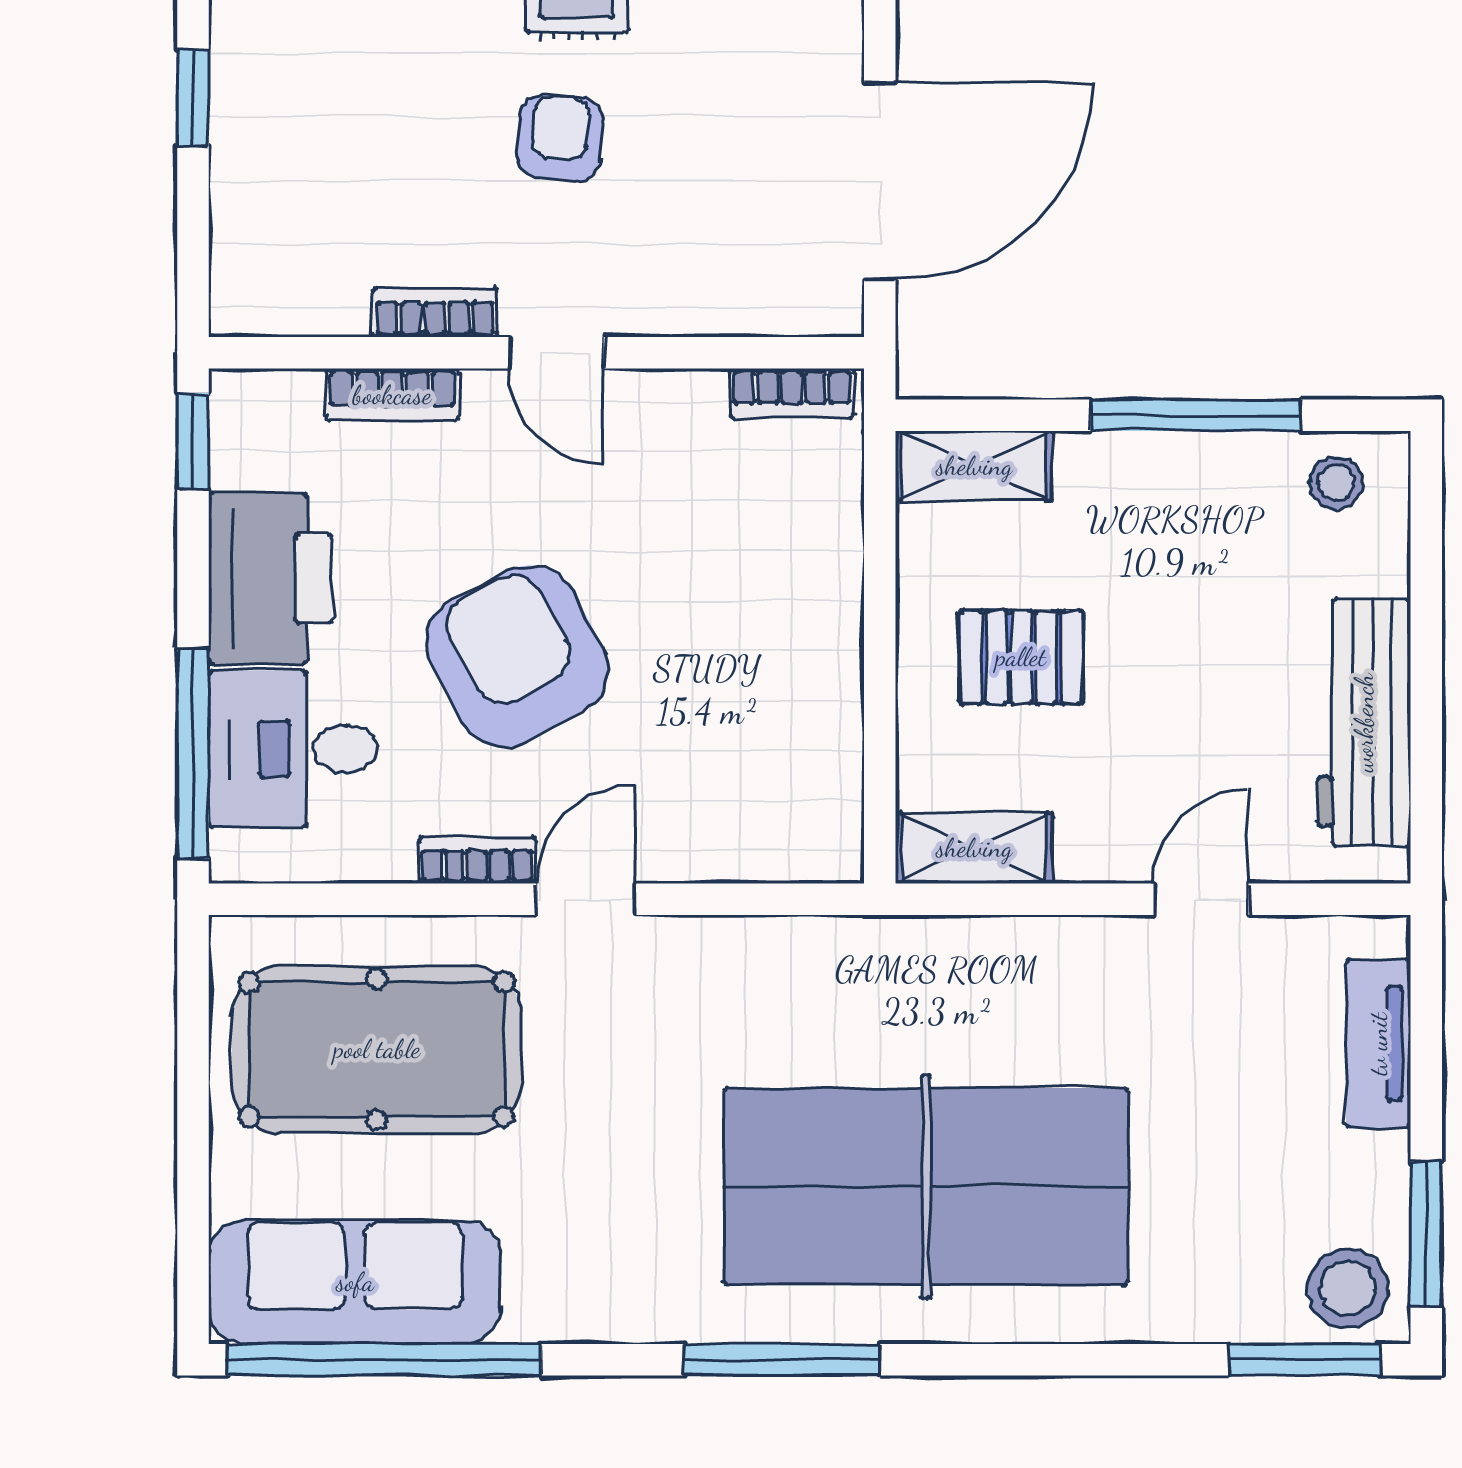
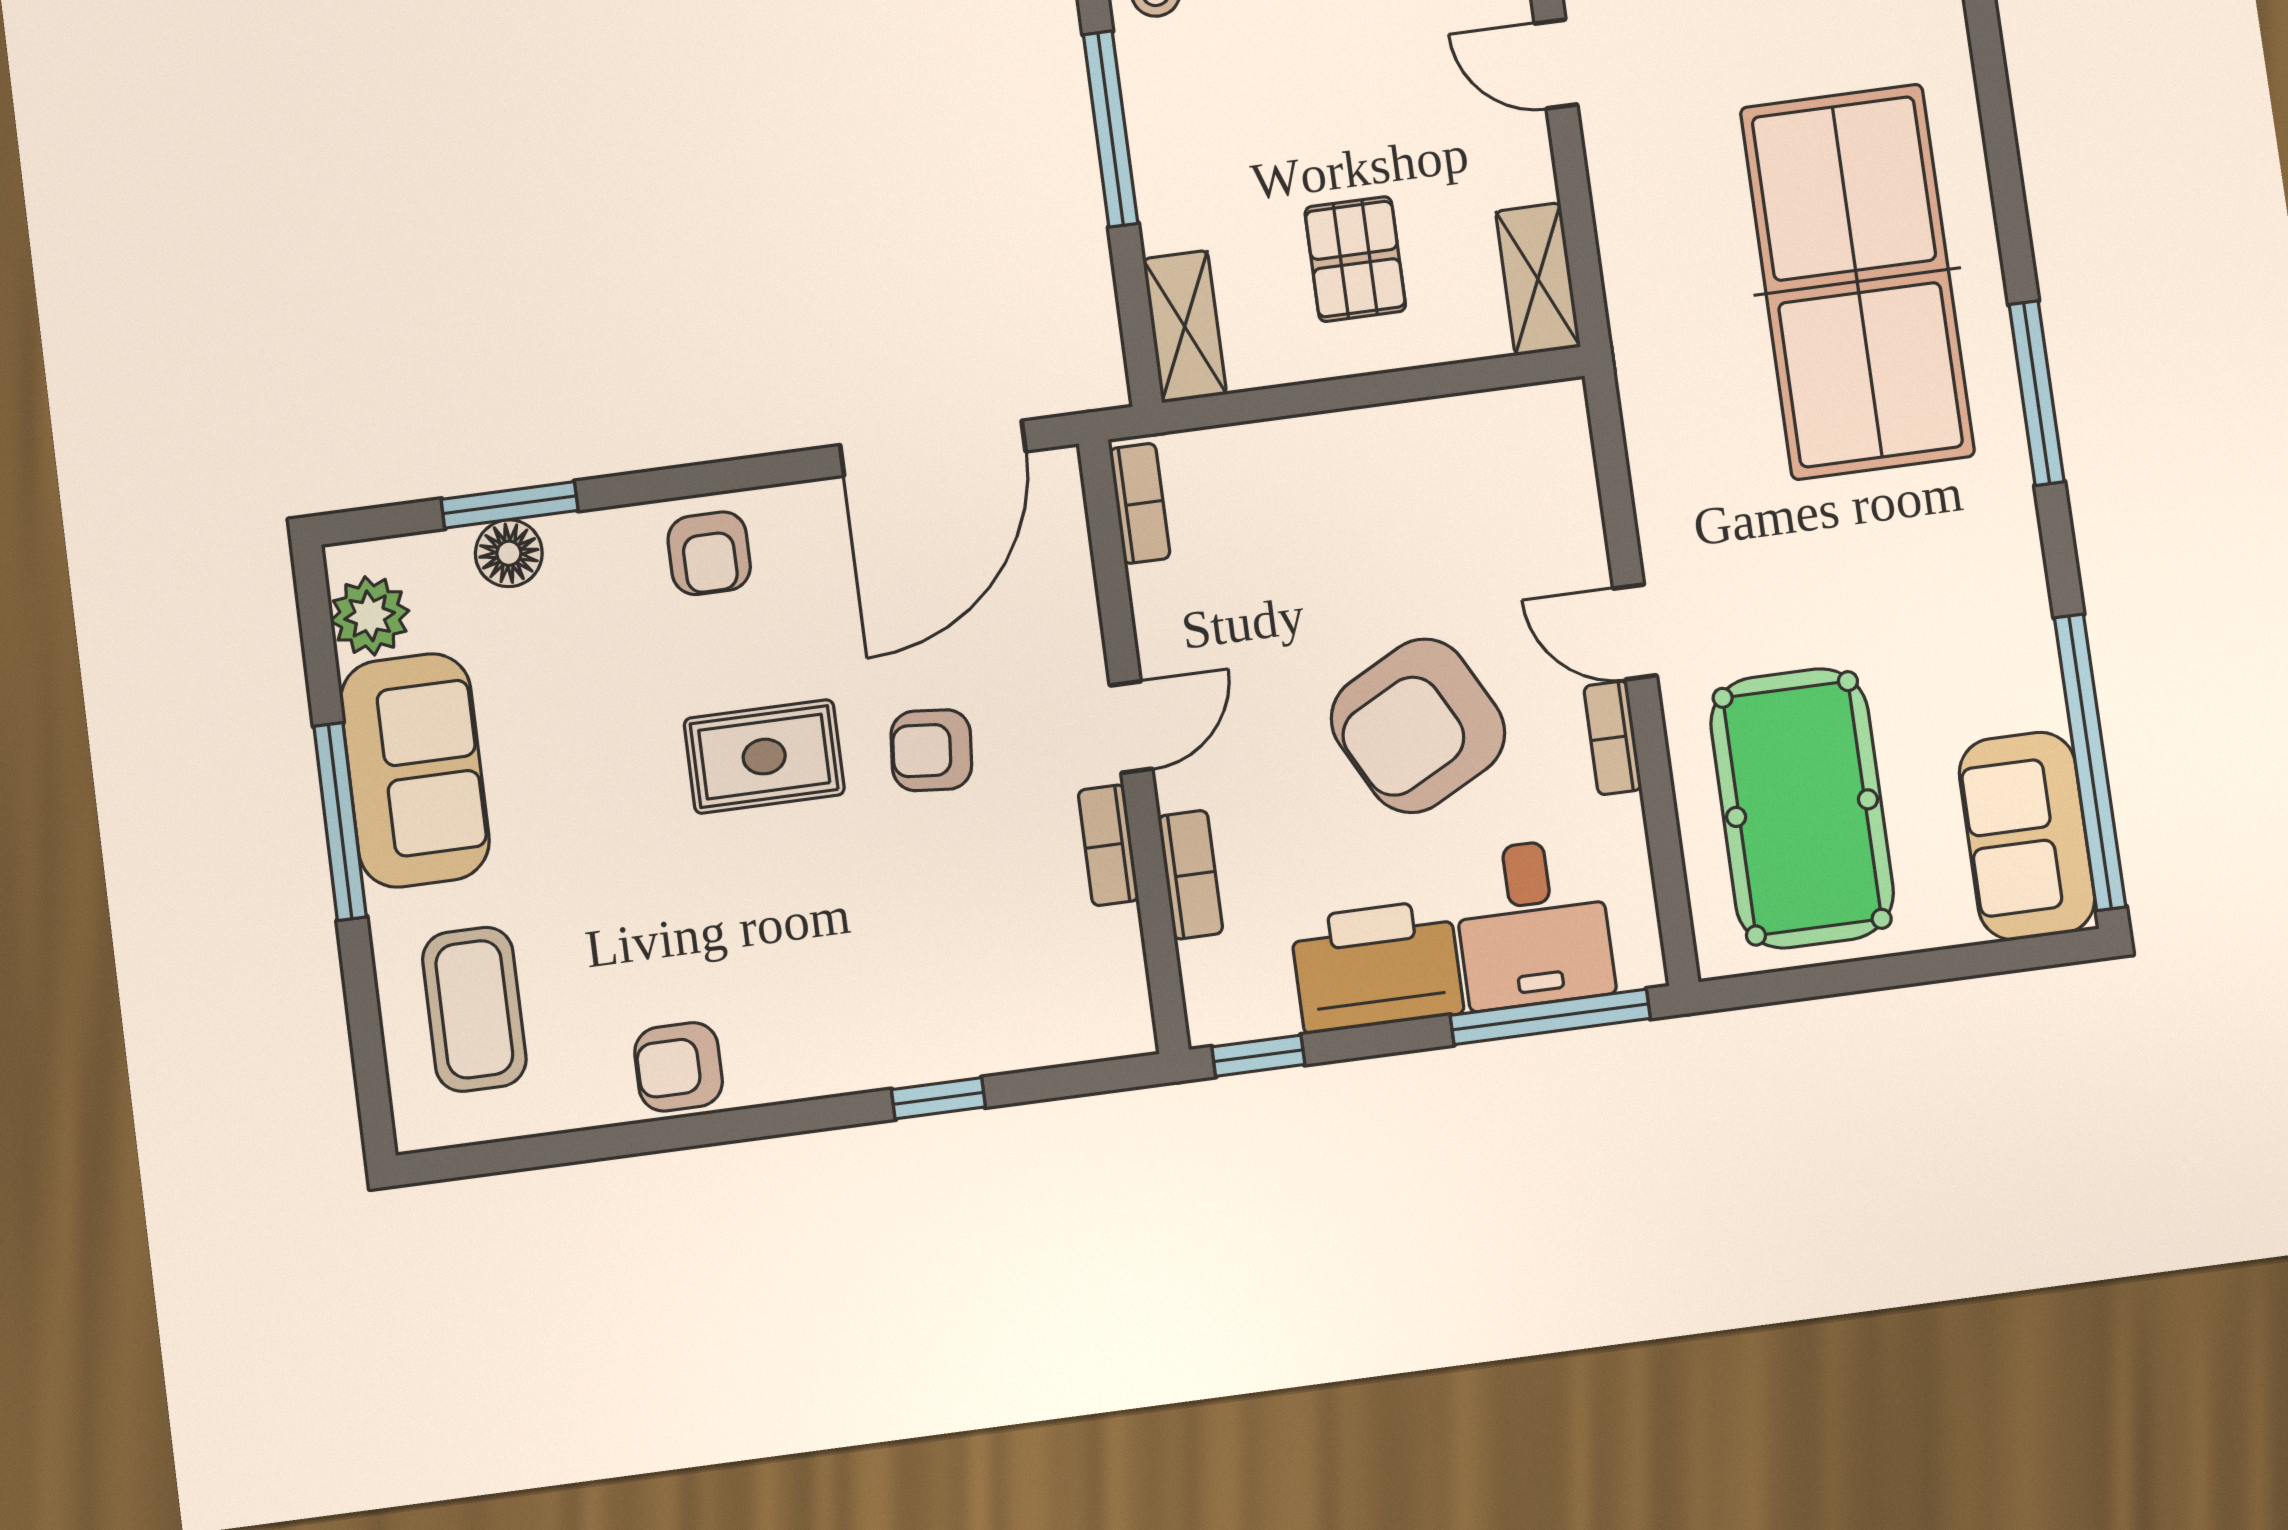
door: (880, 181) -> (933, 448), swing flipped
sofa: (355, 1282) -> (2027, 836), width x0.73

